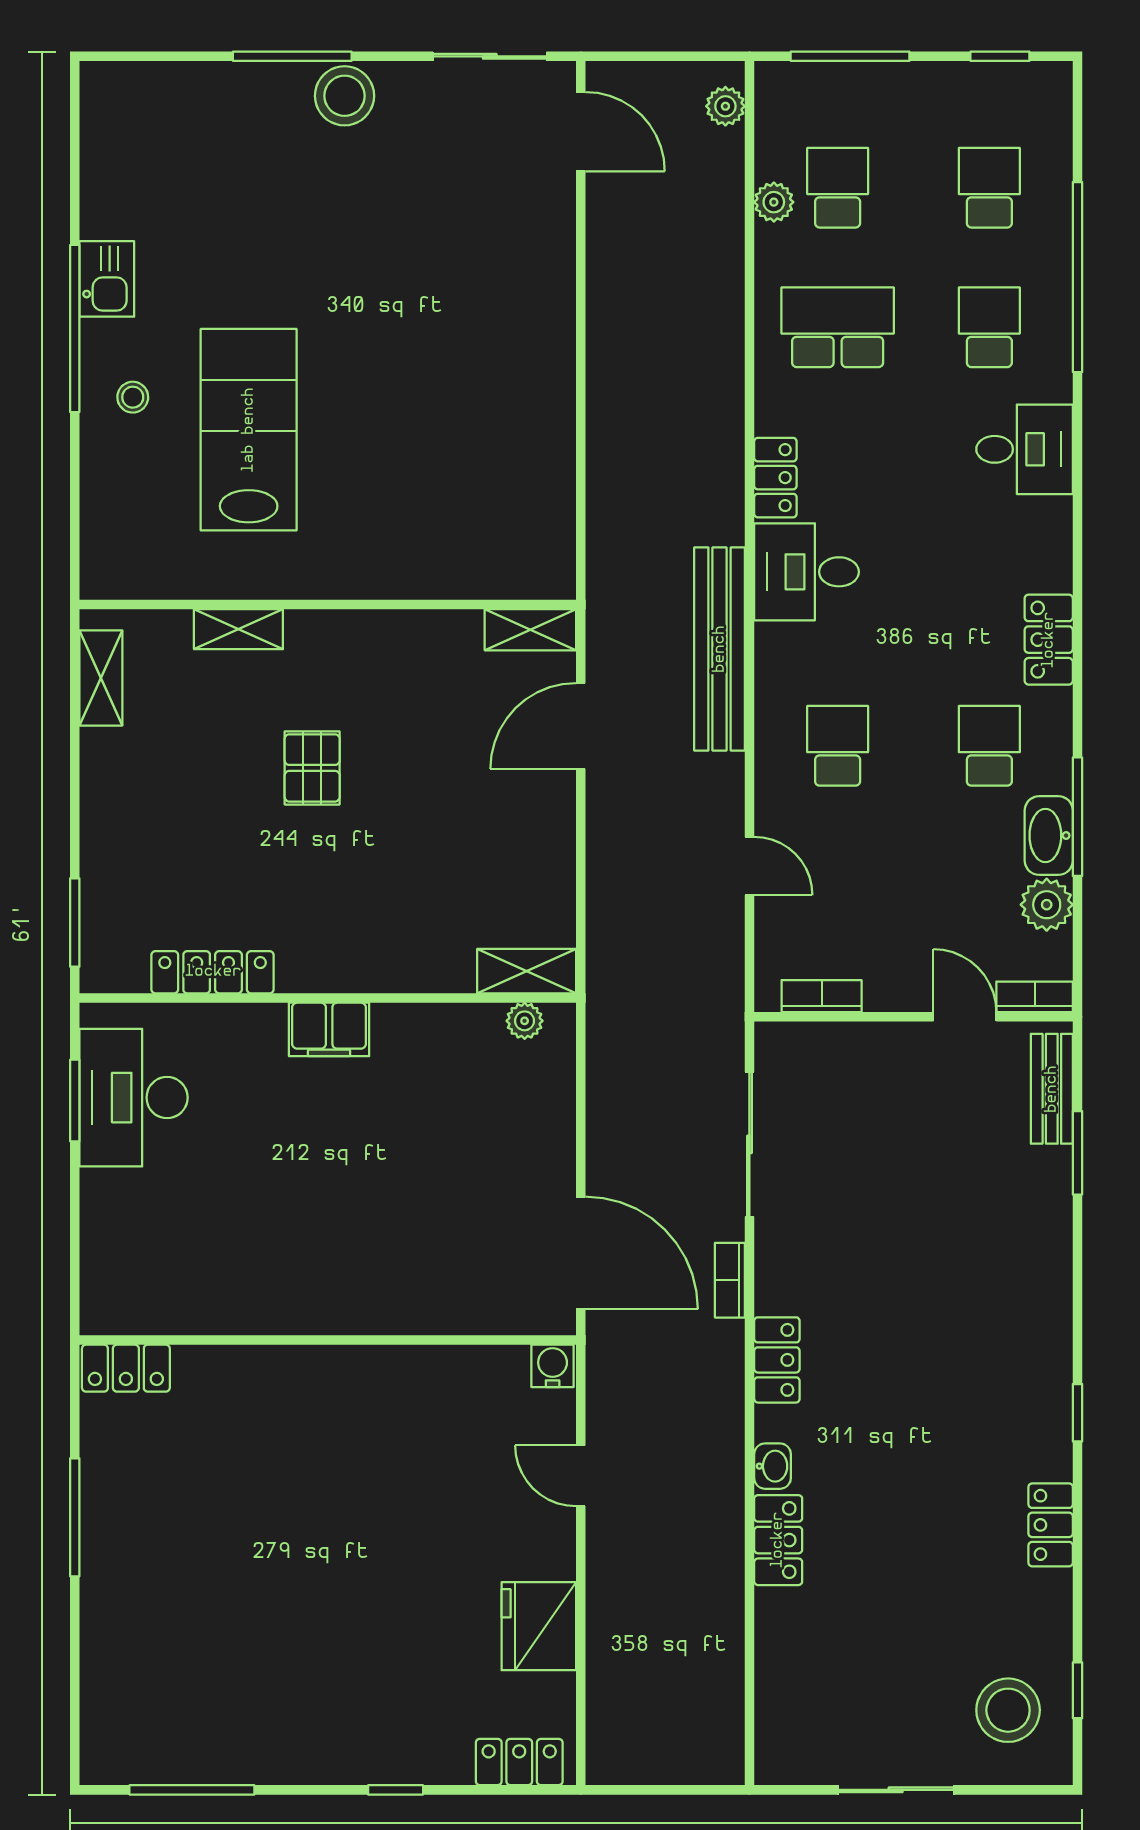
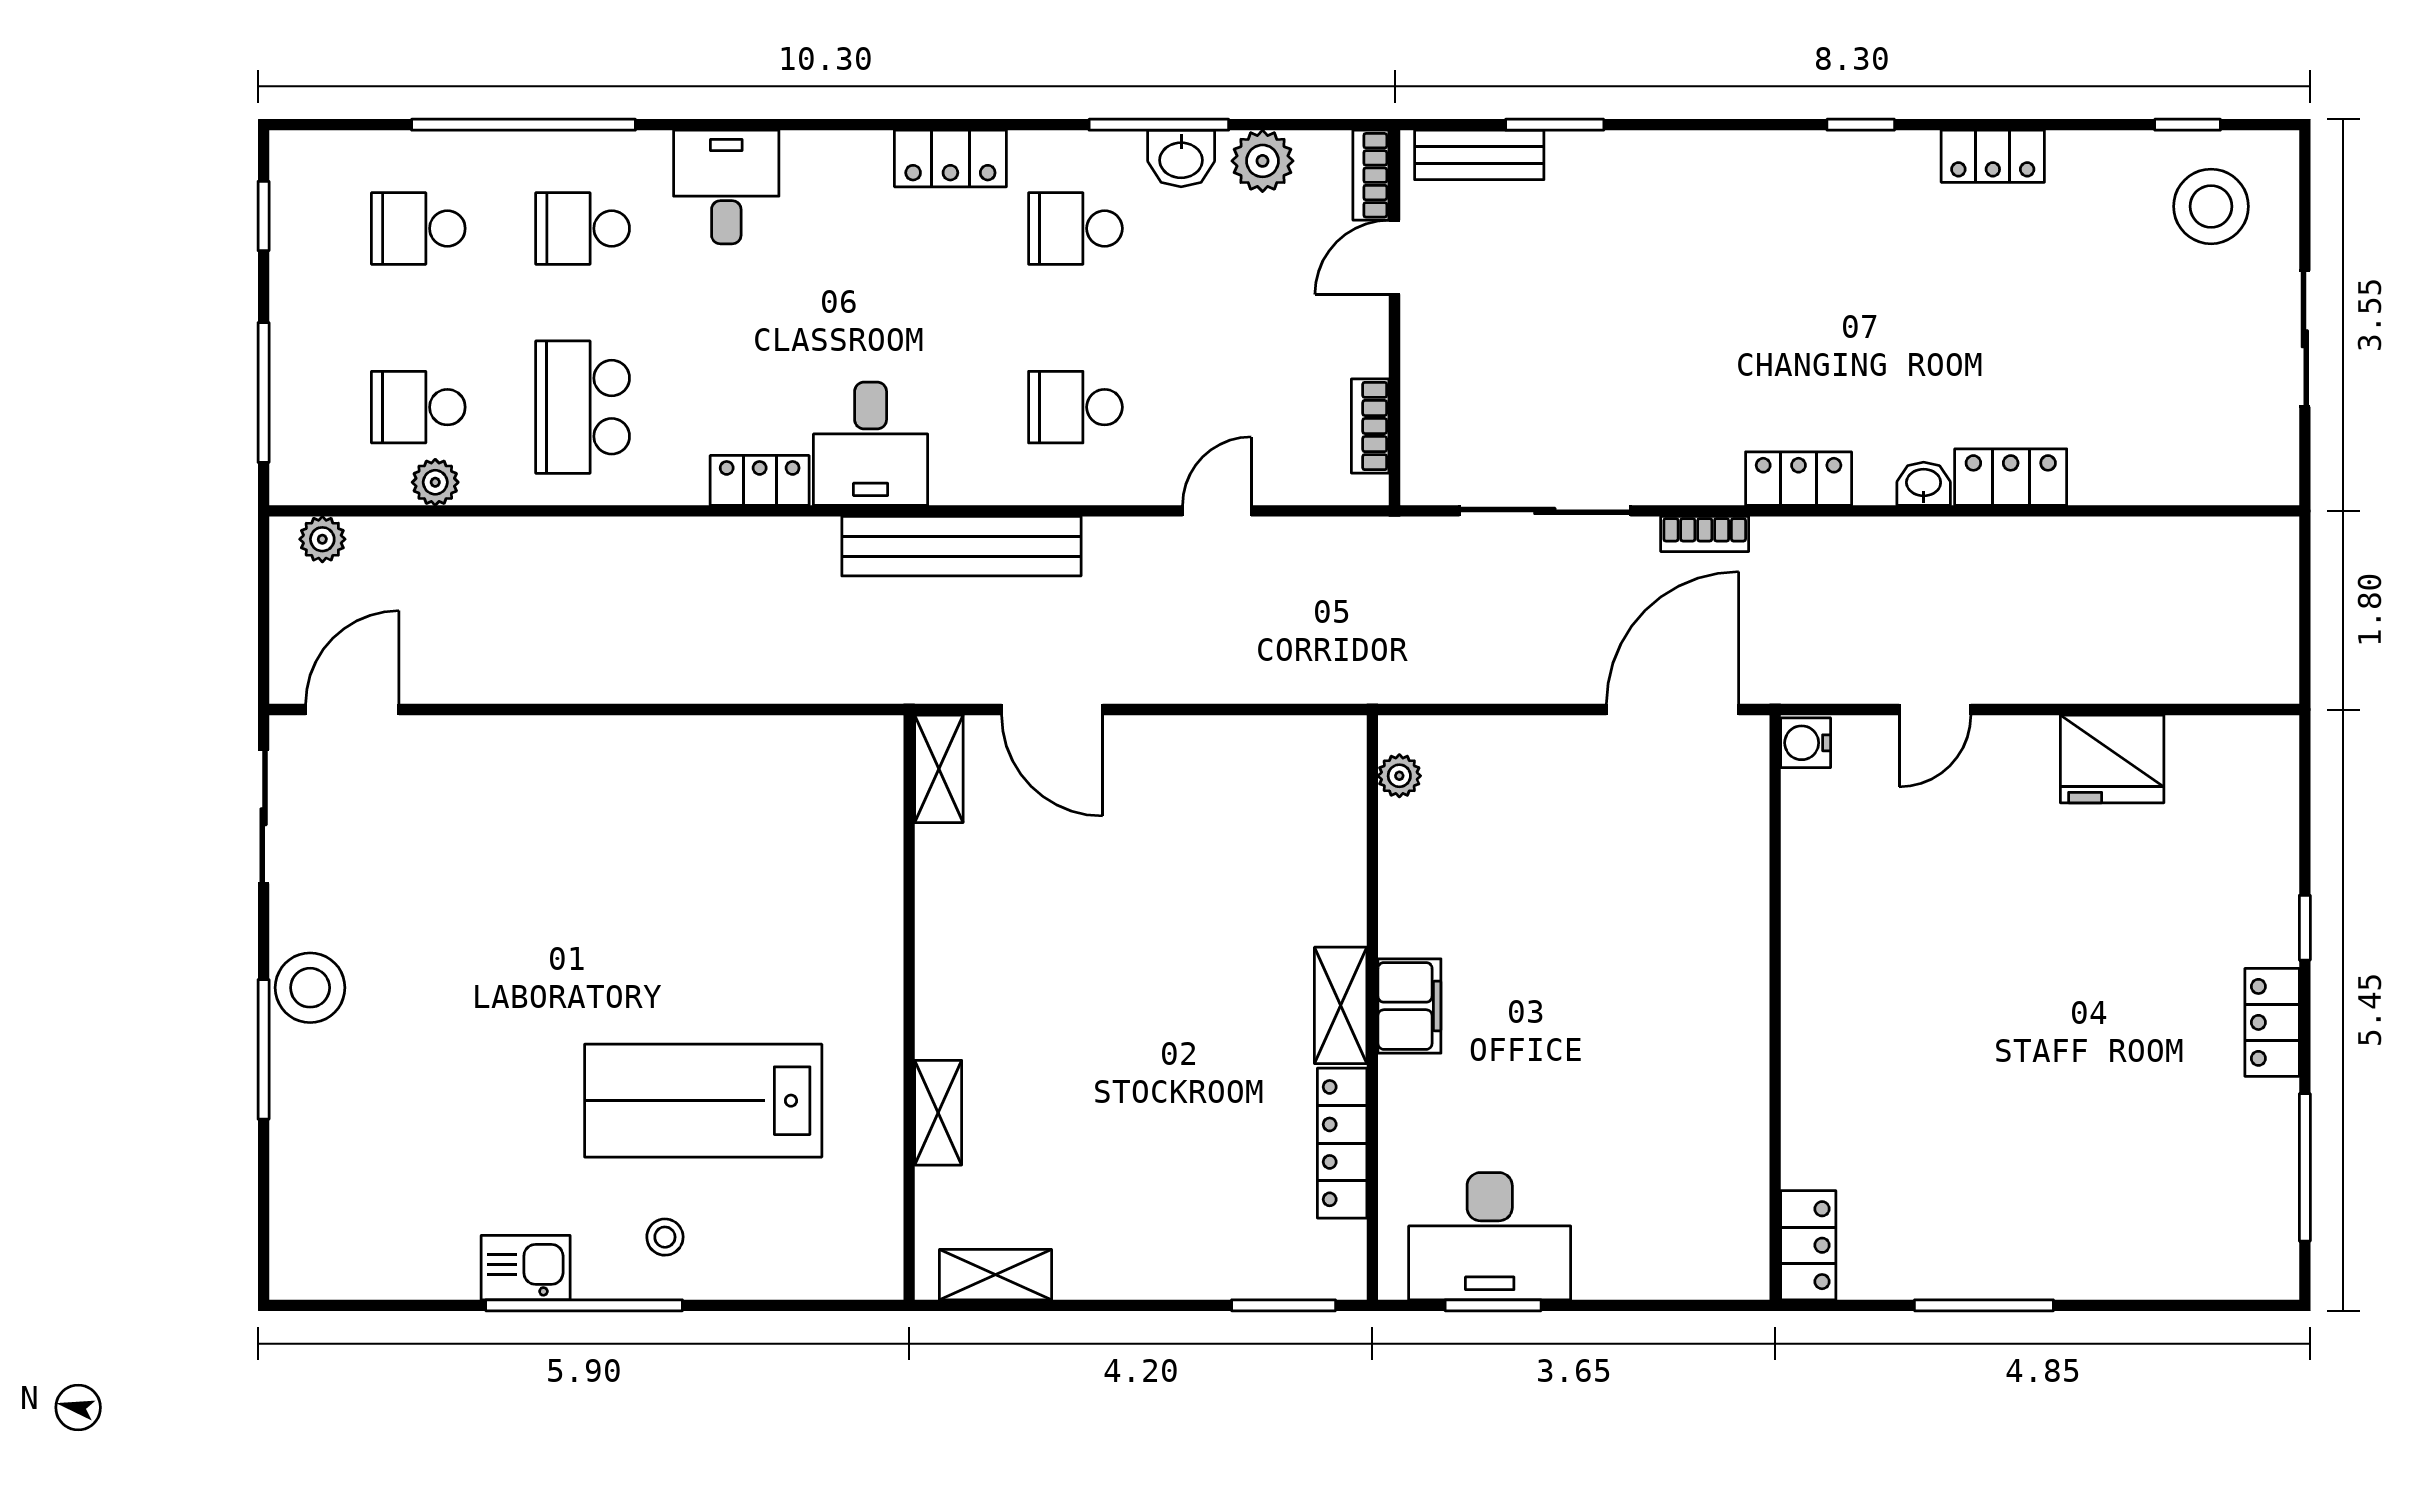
pallet: (312, 768) -> (1101, 1026), removed
washbasin: (1049, 836) -> (1181, 159), width x0.72
shelving: (527, 971) -> (1341, 1005), moved
locker: (519, 1762) -> (2272, 1022), moved

